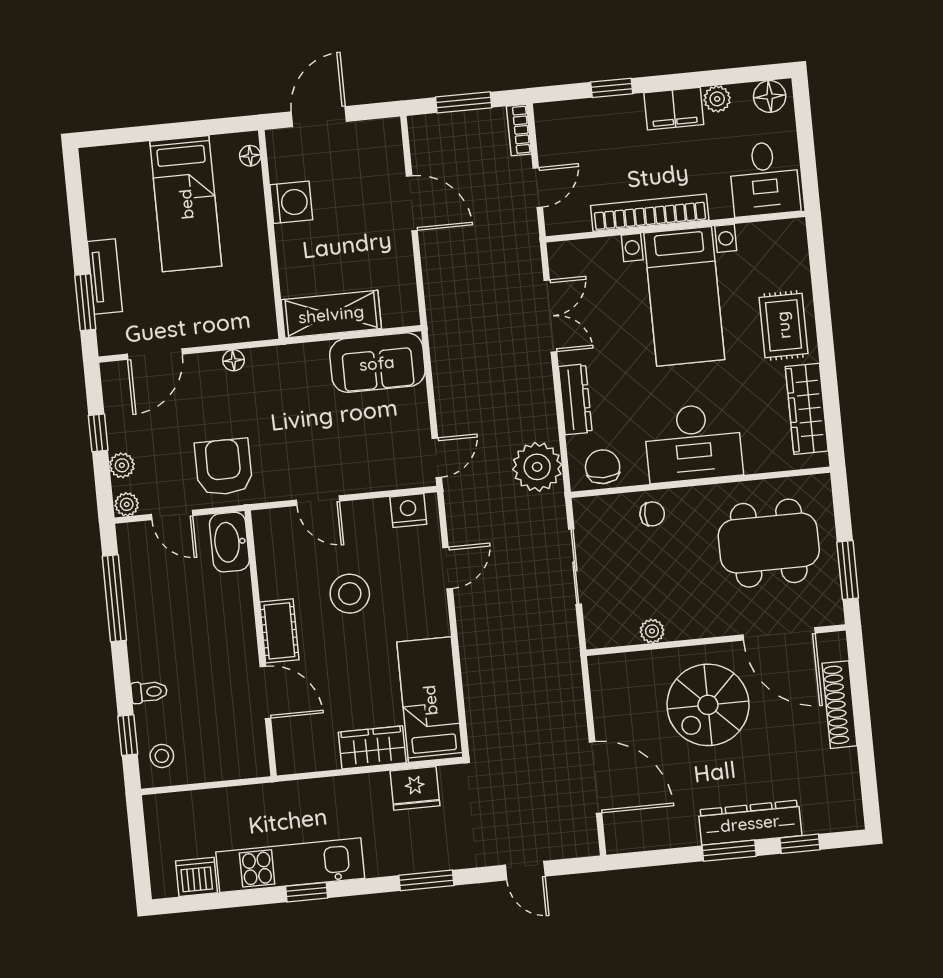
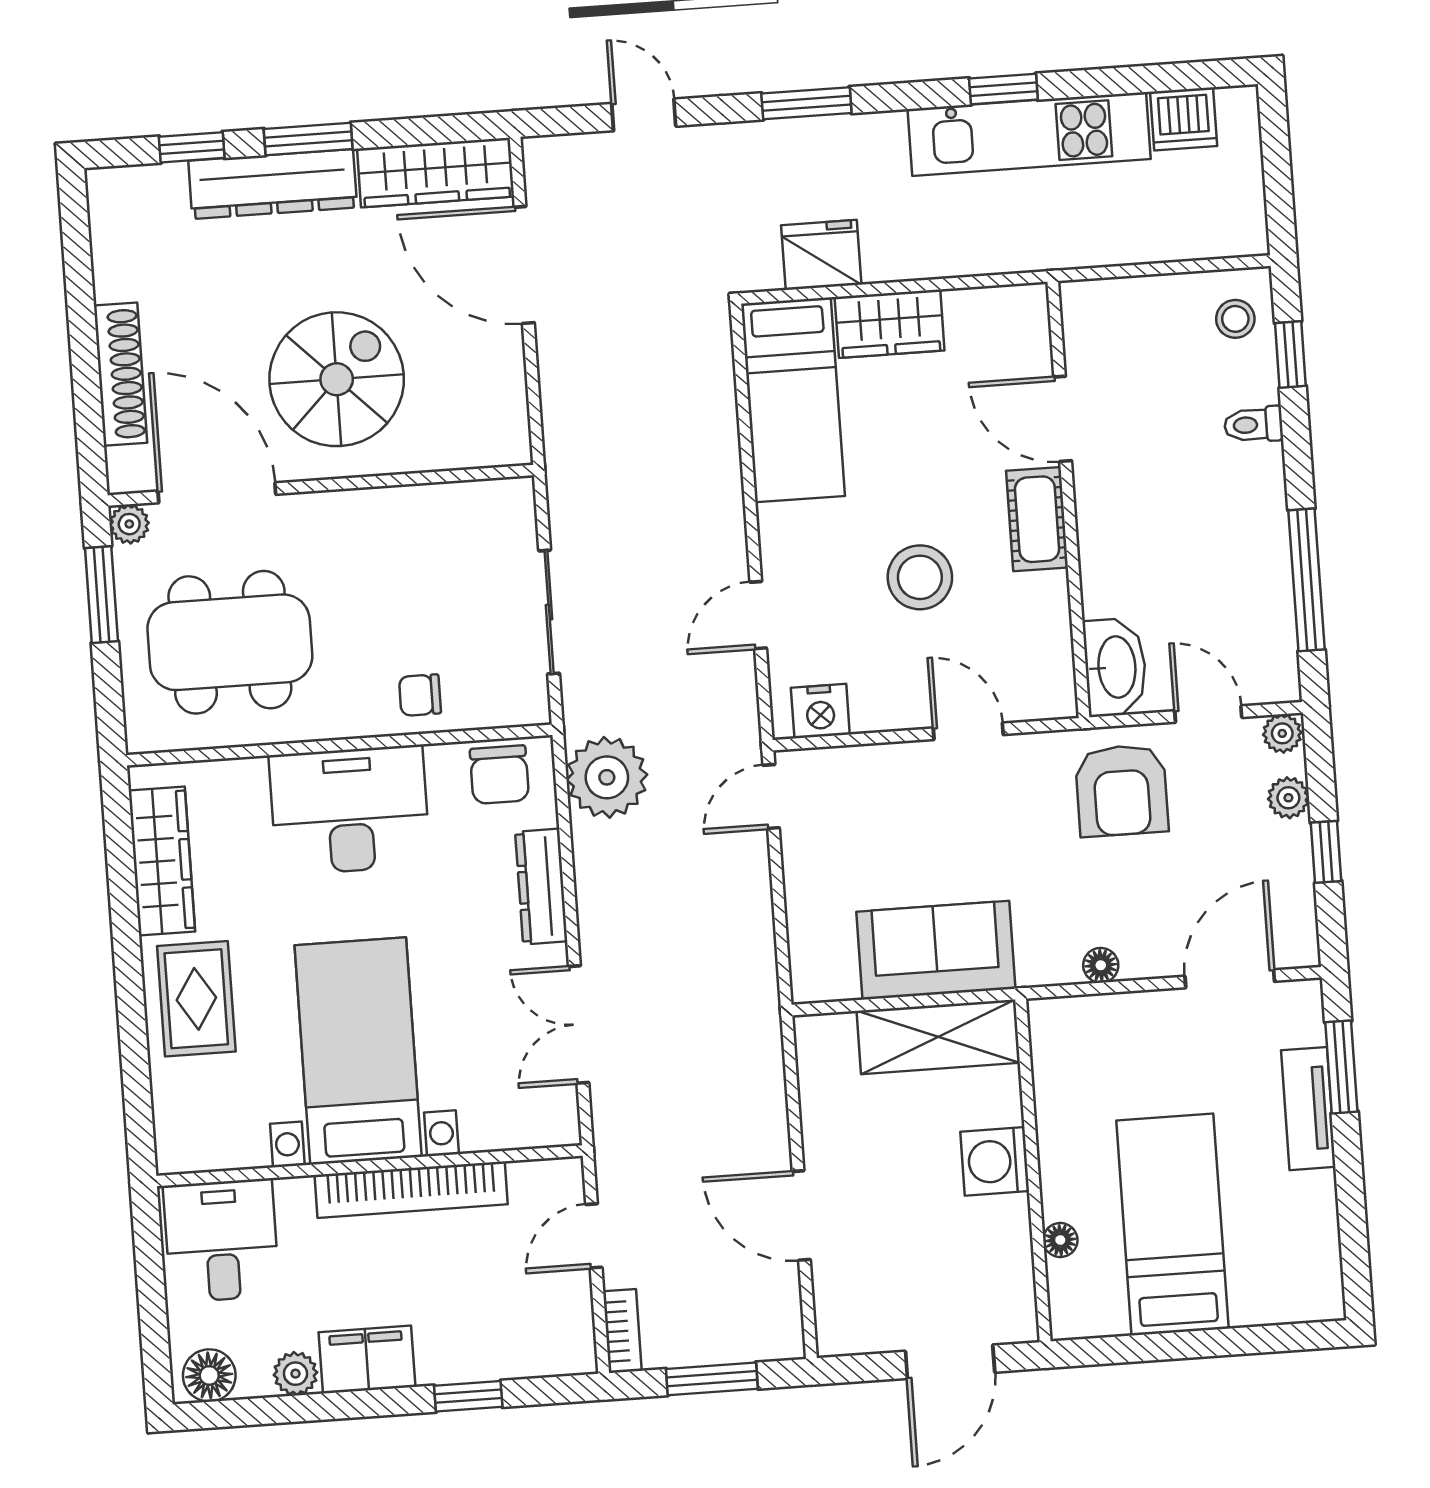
floor lamp: (250, 156) -> (1060, 1240), moved
washing machine: (291, 202) -> (995, 1161), moved
sofa: (377, 363) -> (936, 950), moved
plant: (652, 631) -> (129, 524), moved
wardrobe: (651, 832) -> (436, 173), added

